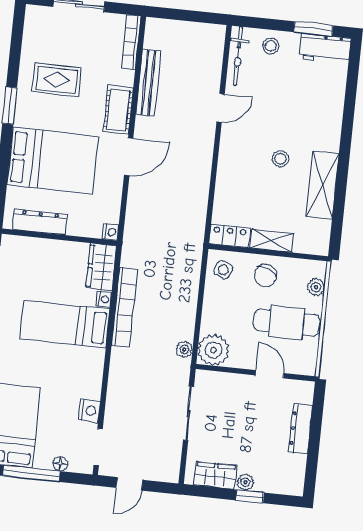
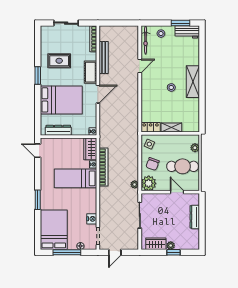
shelving: (322, 185) -> (193, 82), moved
chair: (265, 276) -> (153, 164), moved

